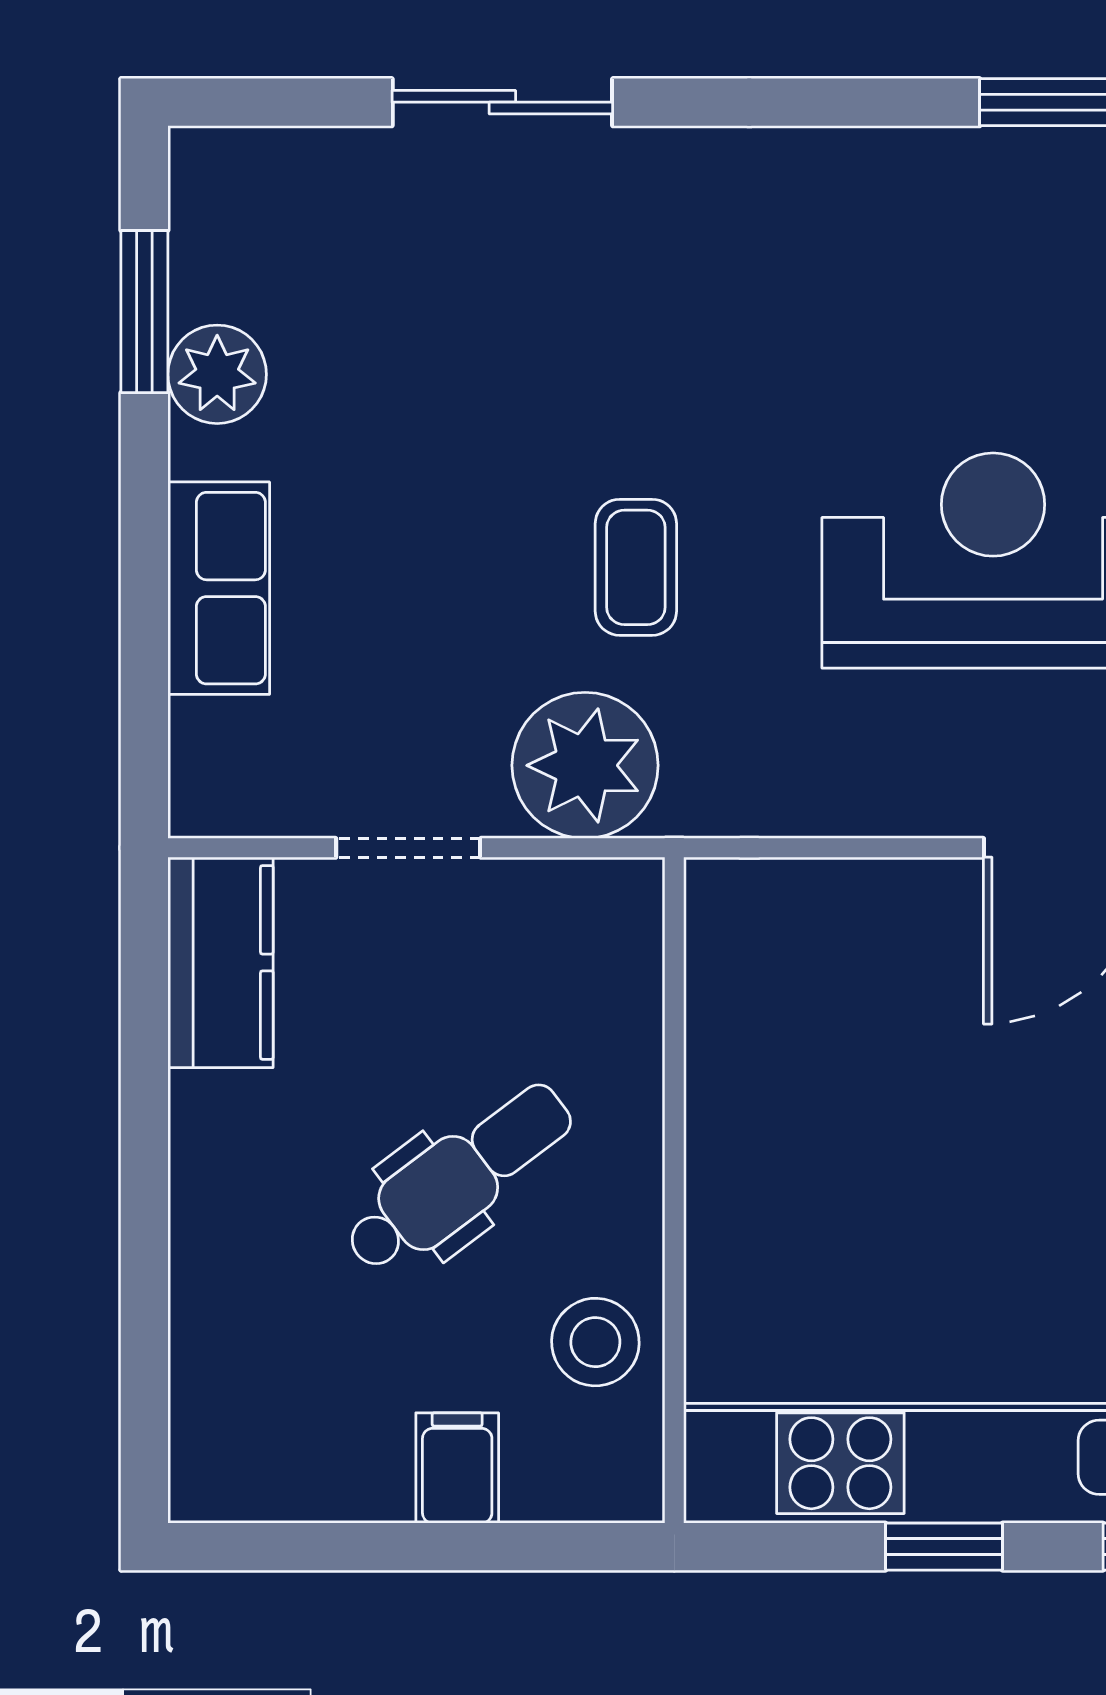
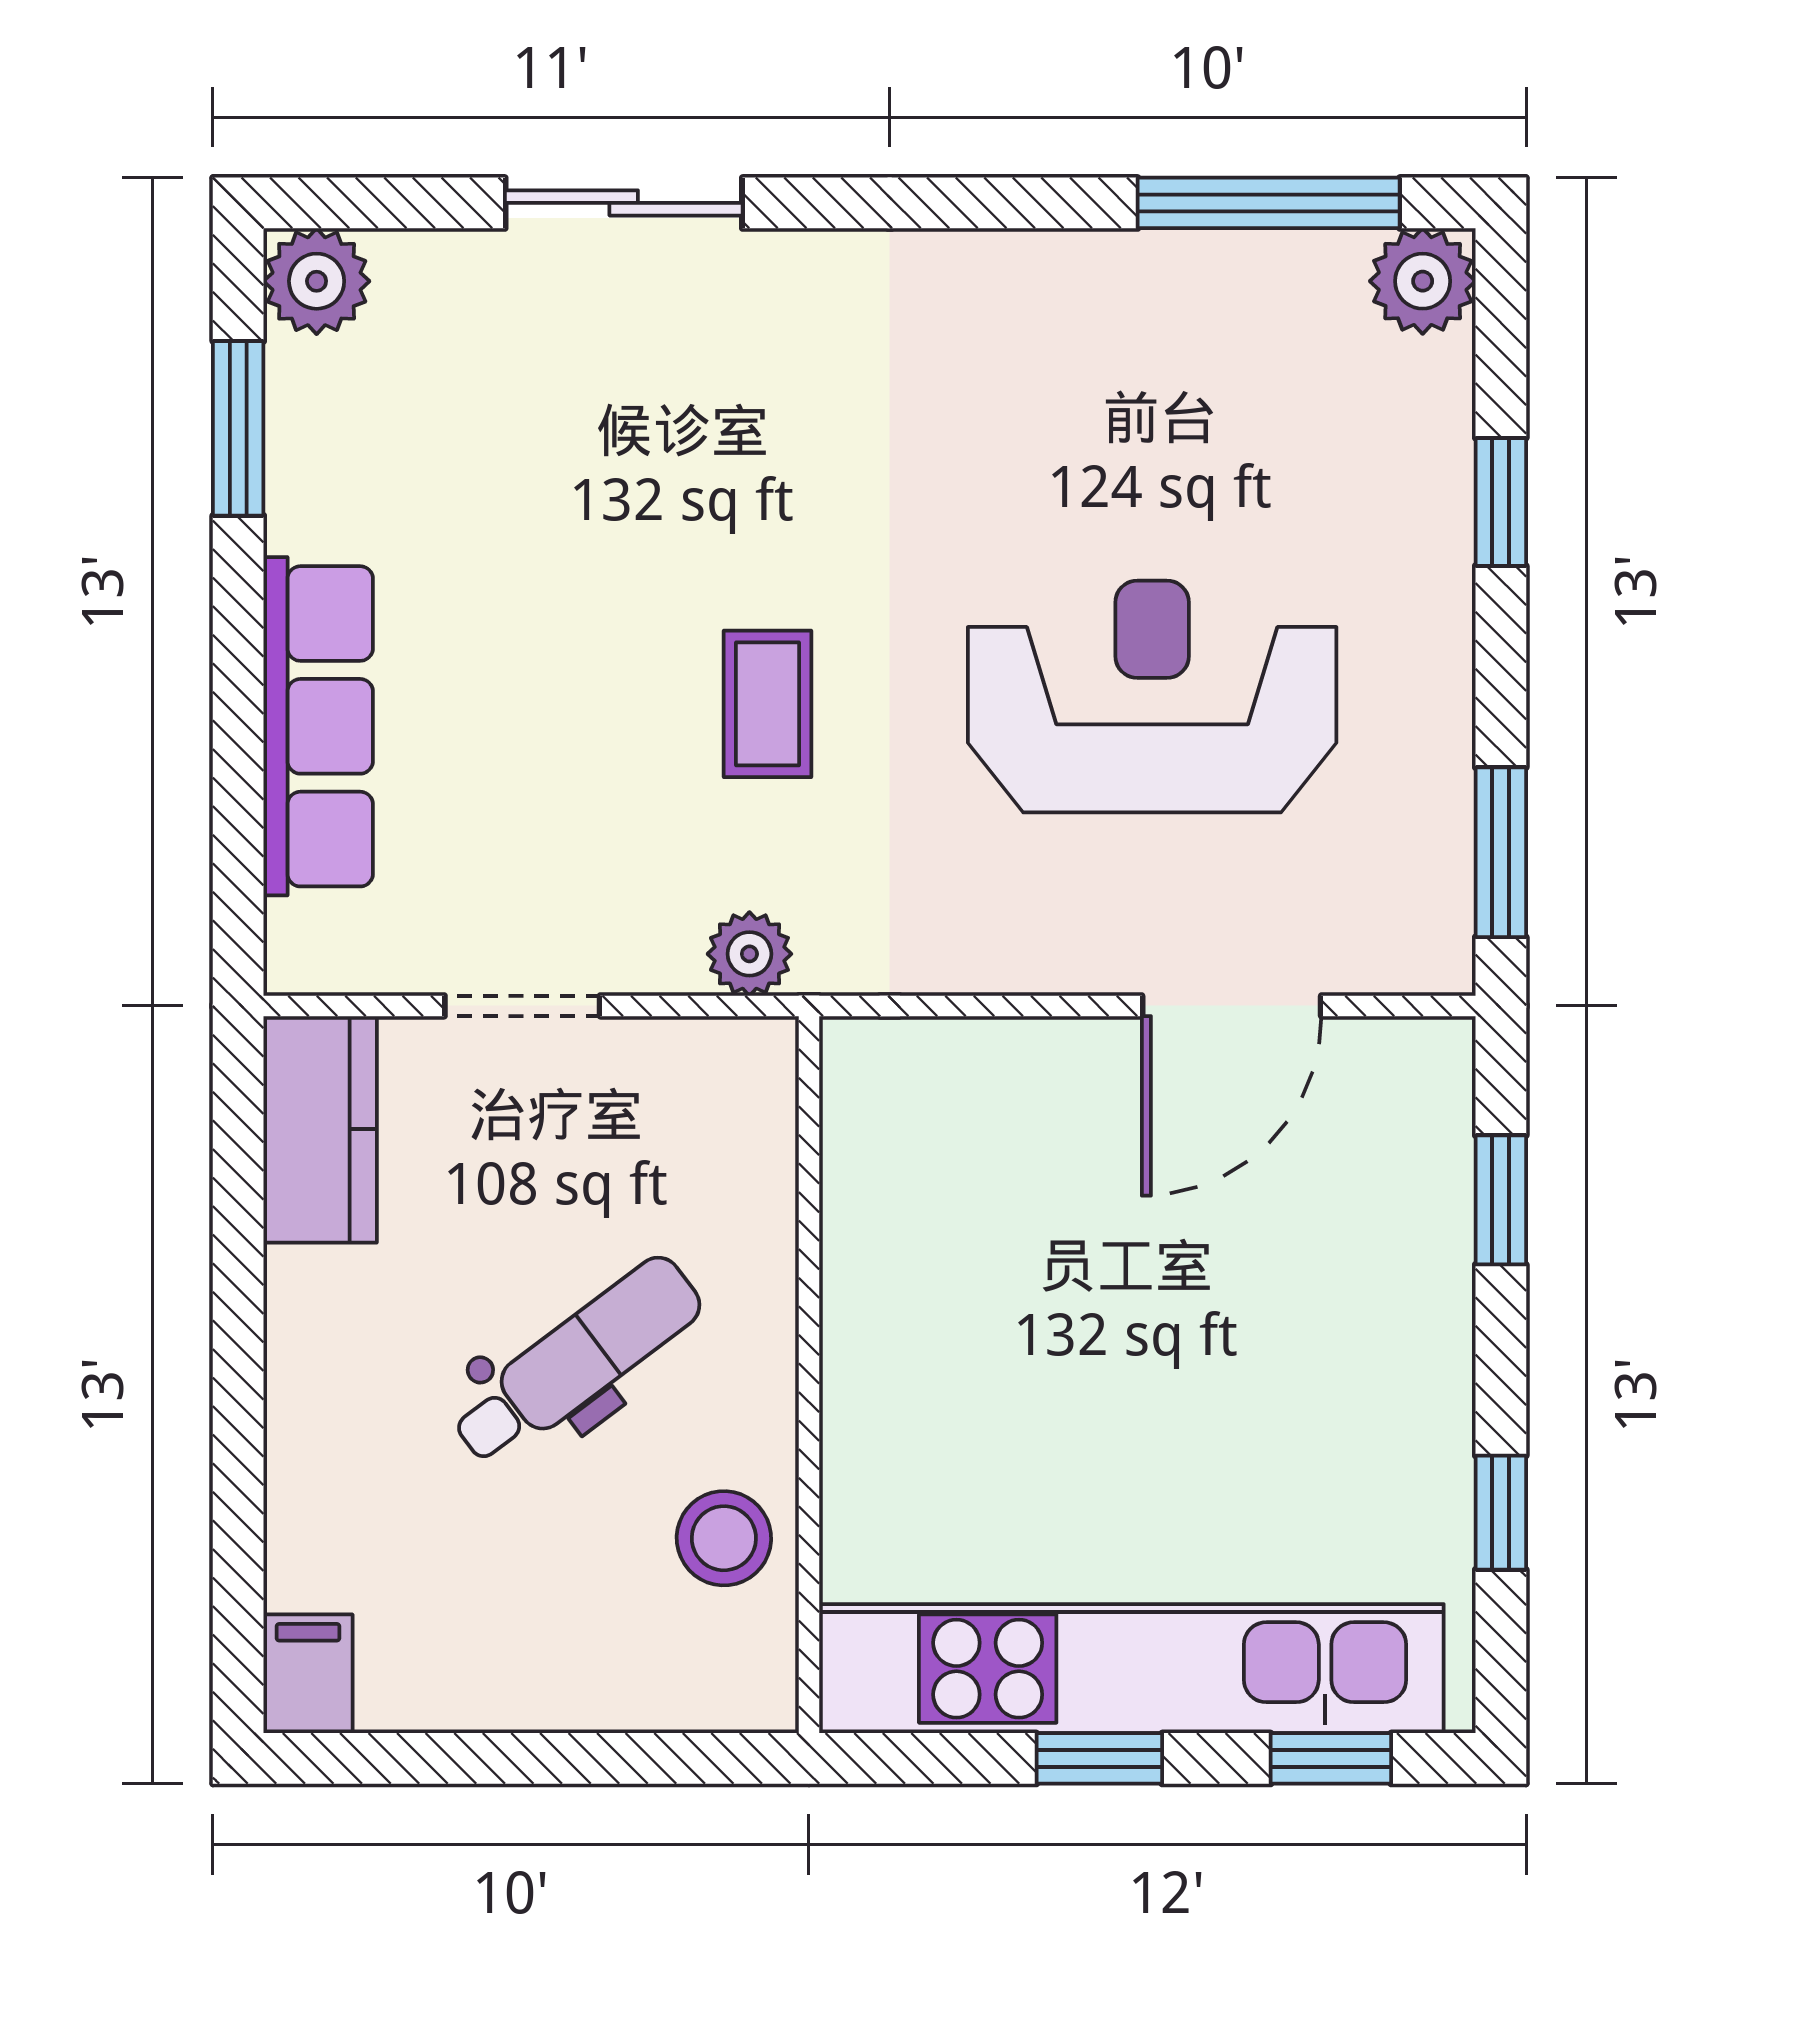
plant: (217, 374) -> (317, 281), moved
row of seats: (219, 588) -> (318, 726), width x1.48
plant: (585, 765) -> (749, 954), width x0.53, depth x0.53
filing cabinet: (457, 1468) -> (308, 1674), moved

